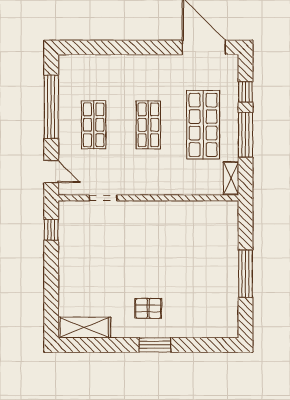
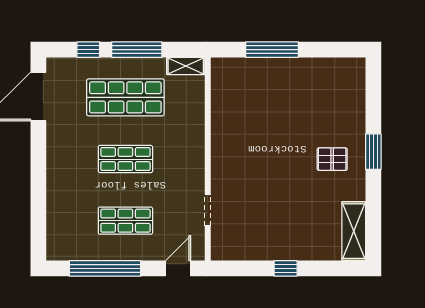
window: (51, 230) -> (286, 268), moved
window: (245, 274) -> (272, 50), moved
pallet: (148, 308) -> (332, 159), turned 90

